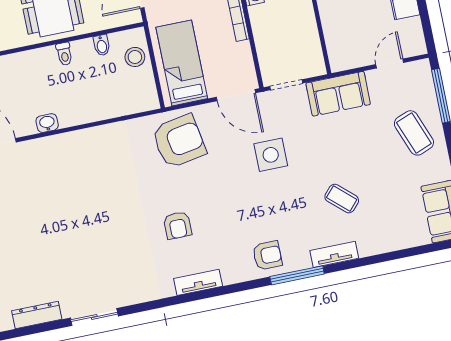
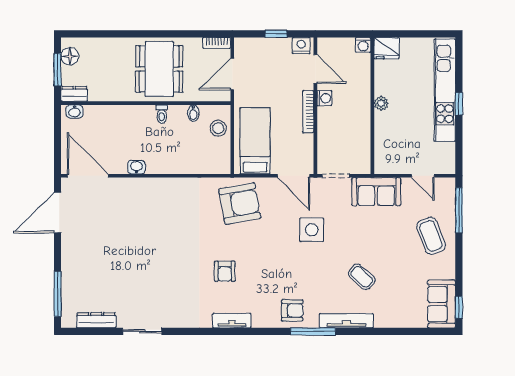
door: (390, 64) -> (423, 176), swing flipped
tv unit: (334, 254) -> (346, 321), width x1.41

